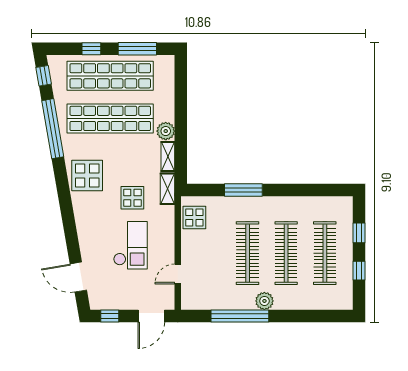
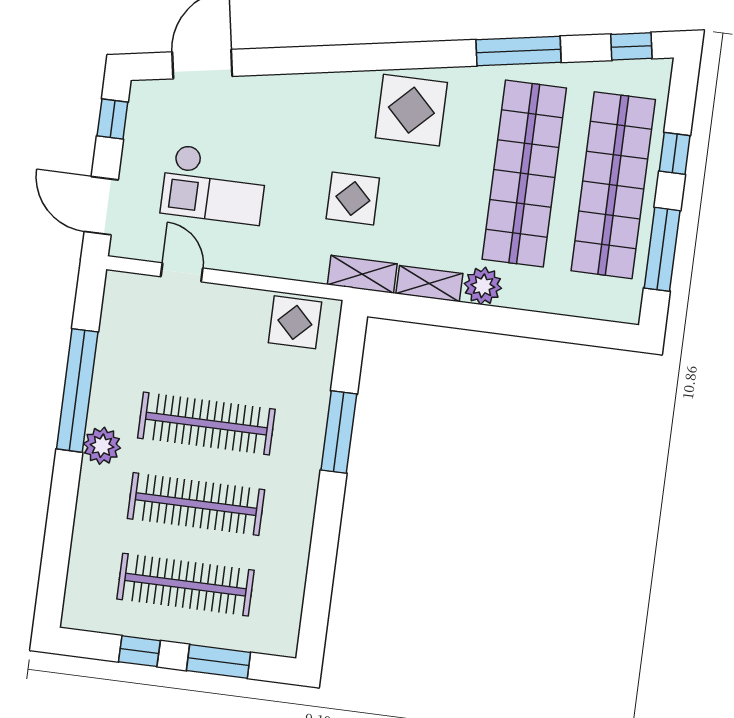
window: (53, 129) -> (519, 51), width x0.68
window: (359, 233) -> (219, 661), width x1.50
checkout: (130, 245) -> (214, 185), moved

